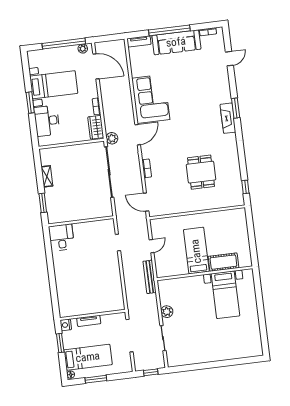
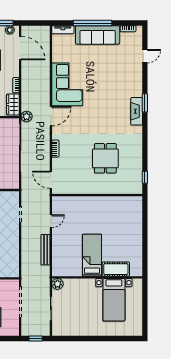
bed: (196, 251) -> (92, 255), moved
cot: (223, 262) -> (116, 269), moved
wall: (205, 273) -> (97, 277), moved
bed with nightstands: (225, 295) -> (114, 300), moved

